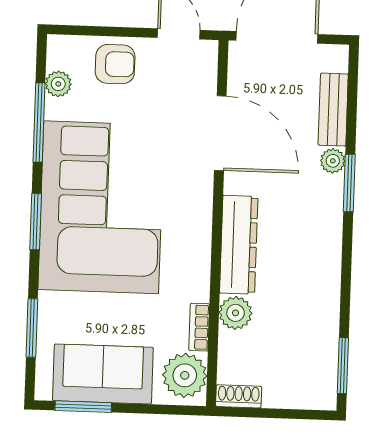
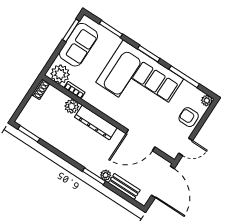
armchair: (115, 64) -> (189, 117), turned 90
plant: (58, 84) -> (207, 101), moved

